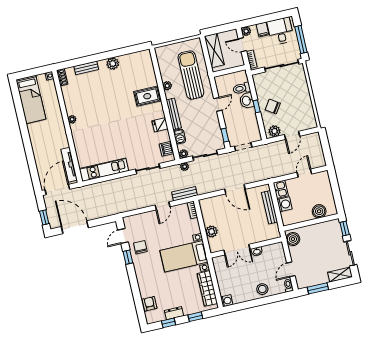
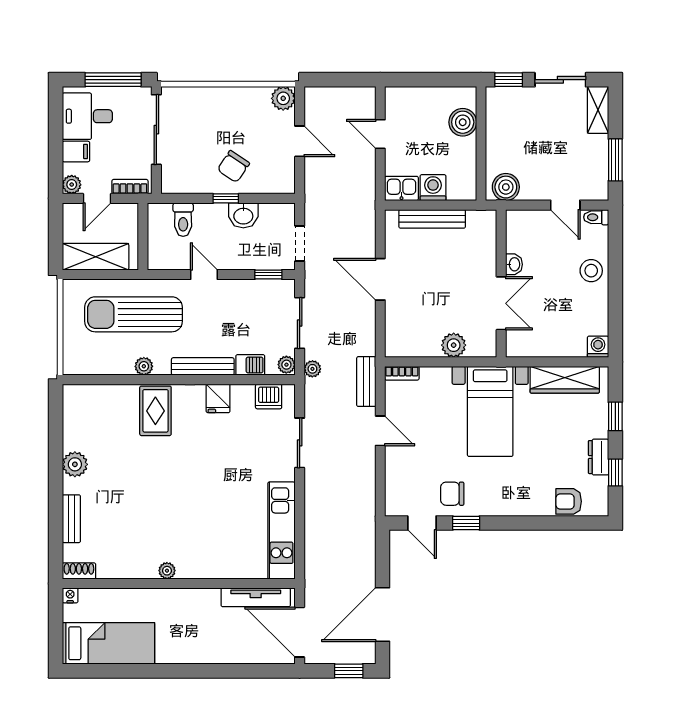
washbasin: (247, 101) -> (243, 215), moved
plant: (274, 131) -> (283, 98), moved
door: (235, 189) -> (380, 279), swing flipped

